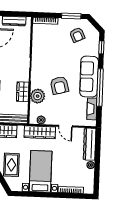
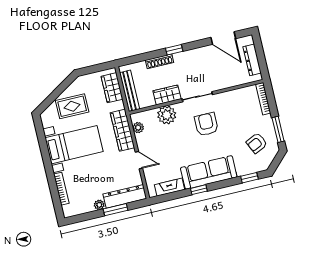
armchair: (59, 85) -> (206, 124), moved, turned 105
window: (100, 88) -> (199, 190), width x0.32
door: (65, 126) -> (139, 160), swing flipped
window: (98, 154) -> (116, 210), added

